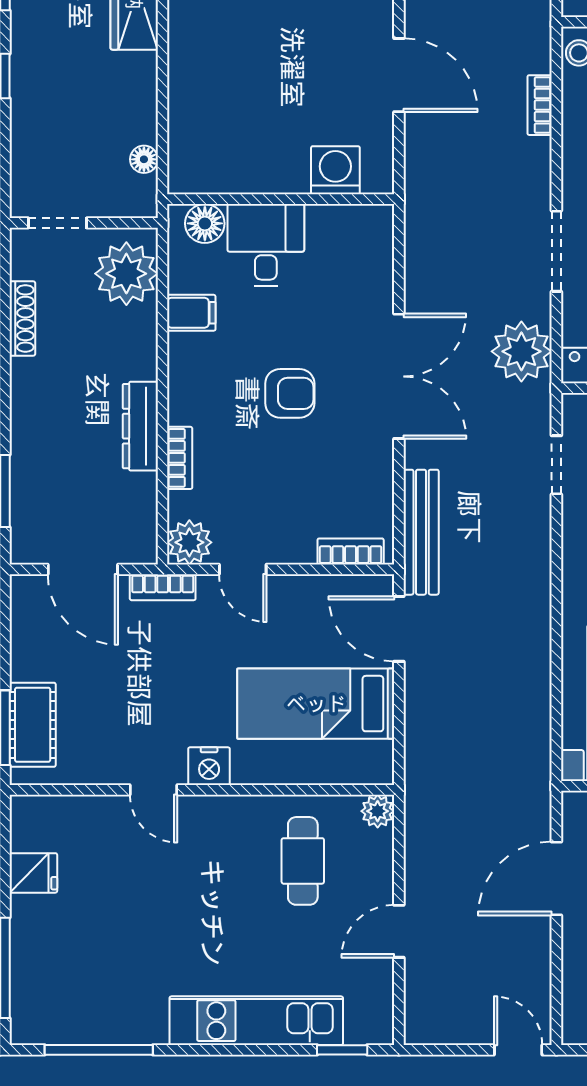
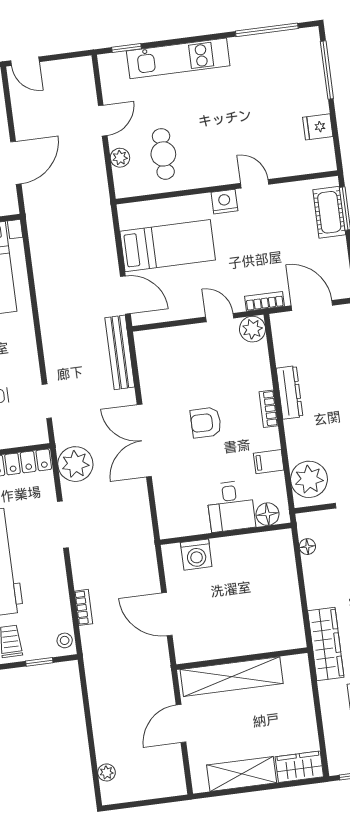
bookcase: (180, 458) -> (269, 409), moved
bookcase: (351, 551) -> (159, 336), removed
plant: (378, 811) -> (120, 158), moved

